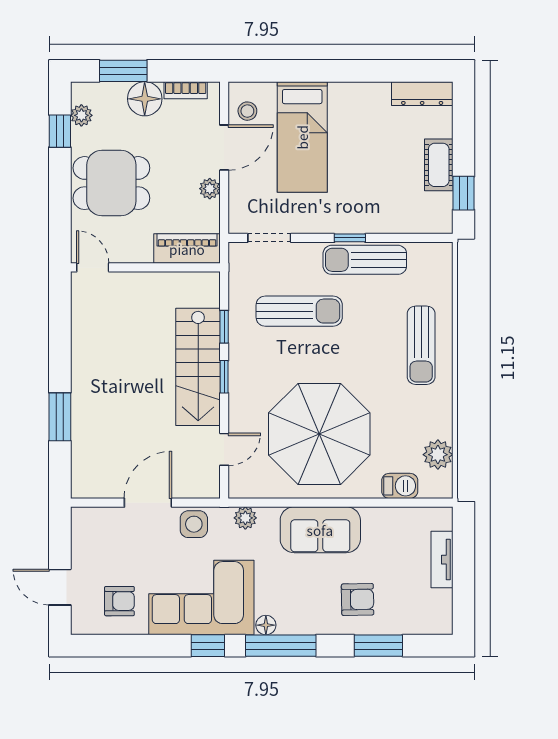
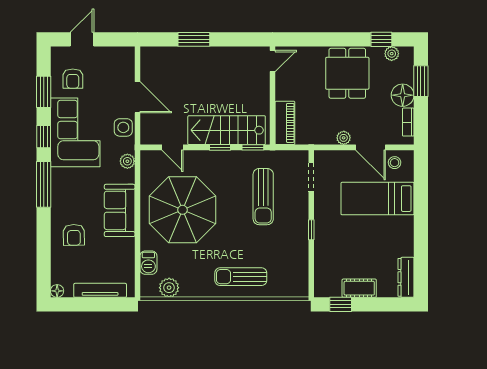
piano: (187, 249) -> (285, 123), moved
sun lounger: (365, 260) -> (297, 240), removed
door: (93, 267) -> (273, 61), moved
wall: (145, 267) -> (273, 96), moved
tv unit: (442, 560) -> (100, 290), width x1.41
floor lamp: (266, 625) -> (57, 291), moved
window: (378, 646) -> (44, 92), moved

